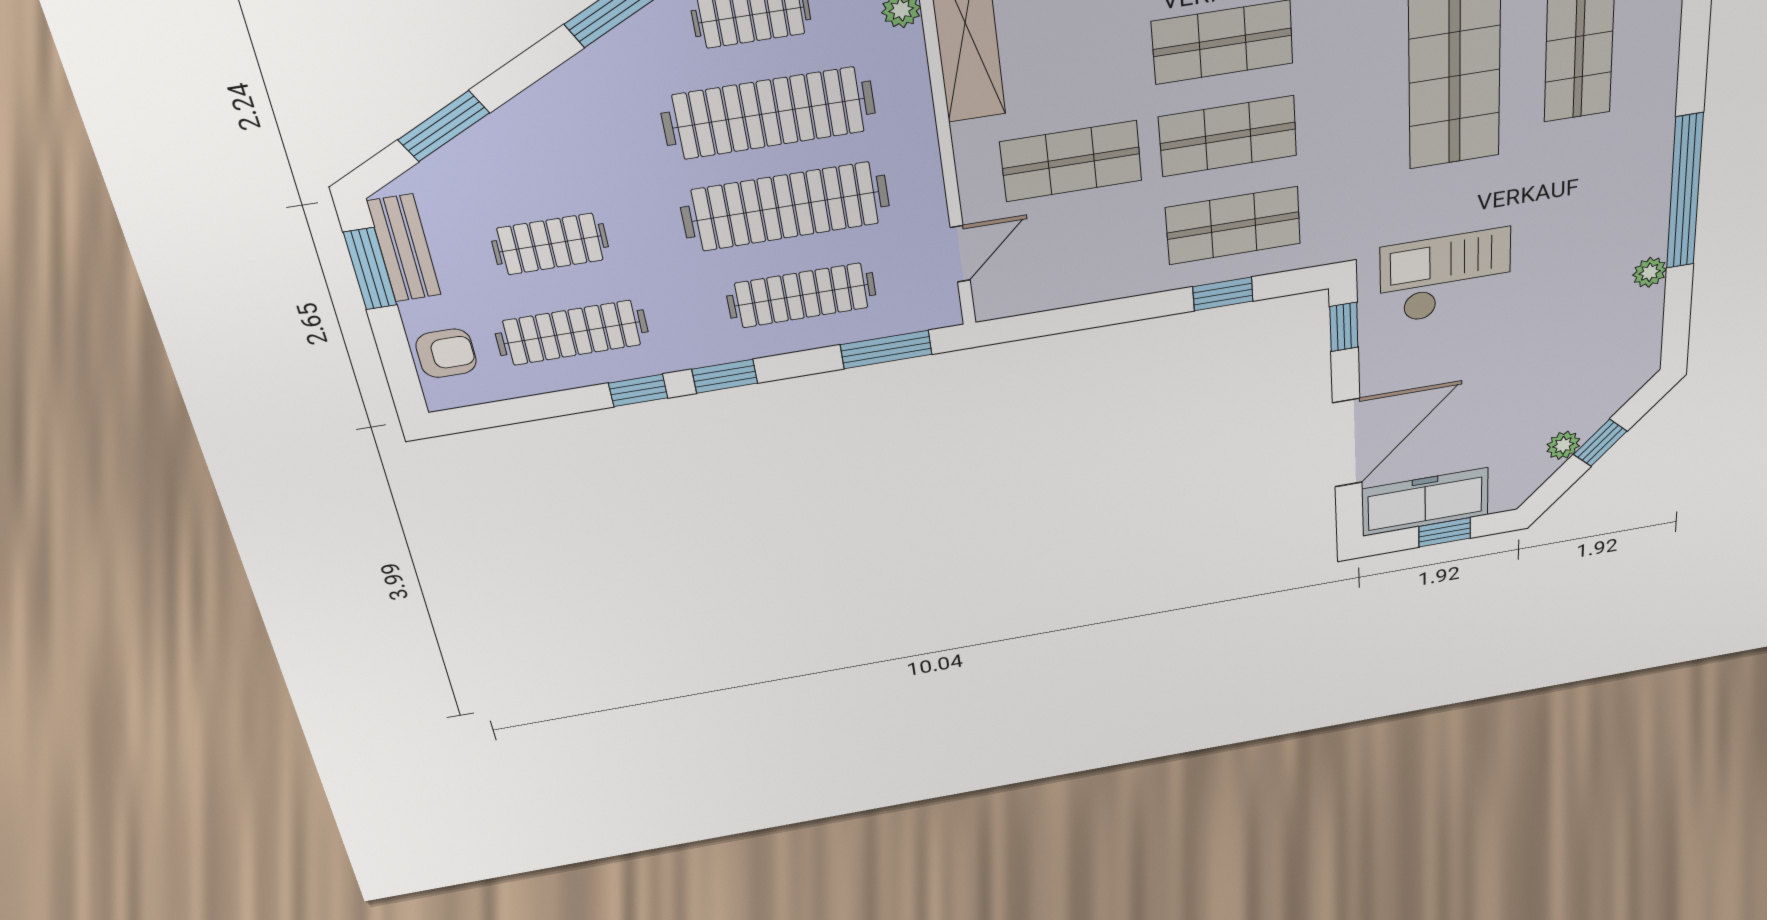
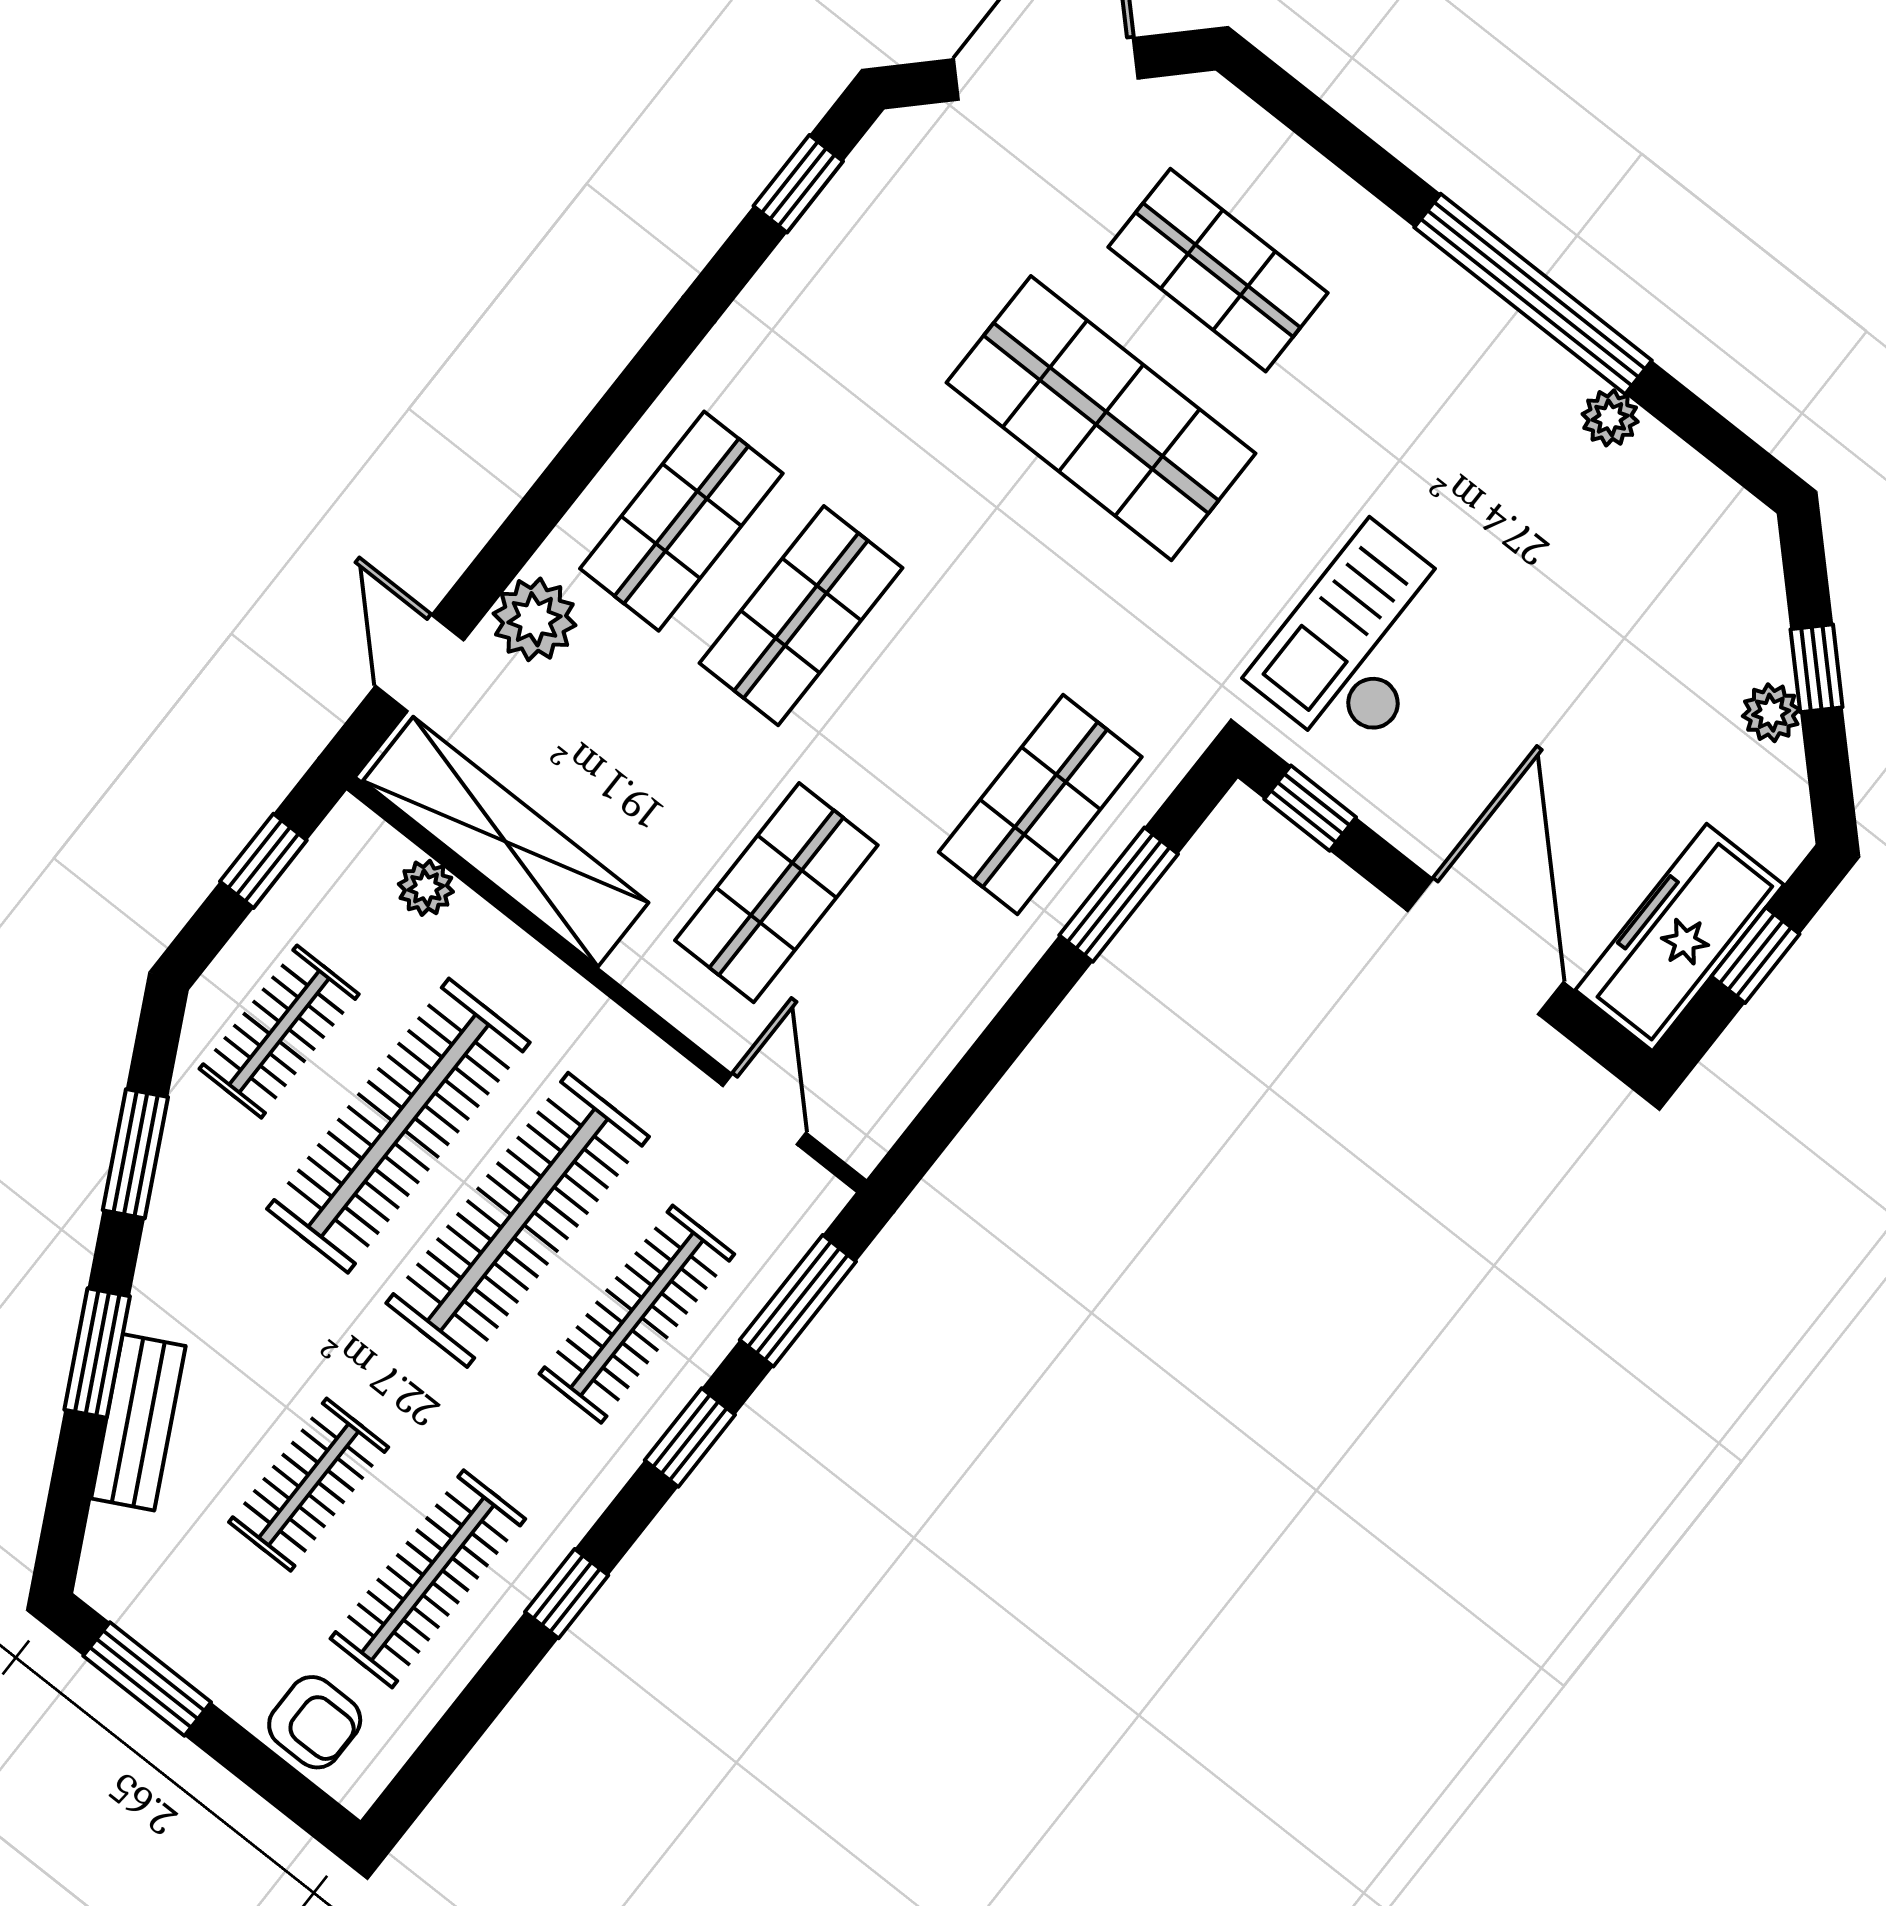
window: (444, 126) -> (97, 1353), moved
shop shelf: (1228, 136) -> (921, 710), removed
bench: (404, 248) -> (138, 1422), moved, turned 63
window: (1223, 294) -> (1119, 895), width x1.50
armchair: (446, 353) -> (315, 1722), turned 90
window: (725, 376) -> (690, 1437), moved

